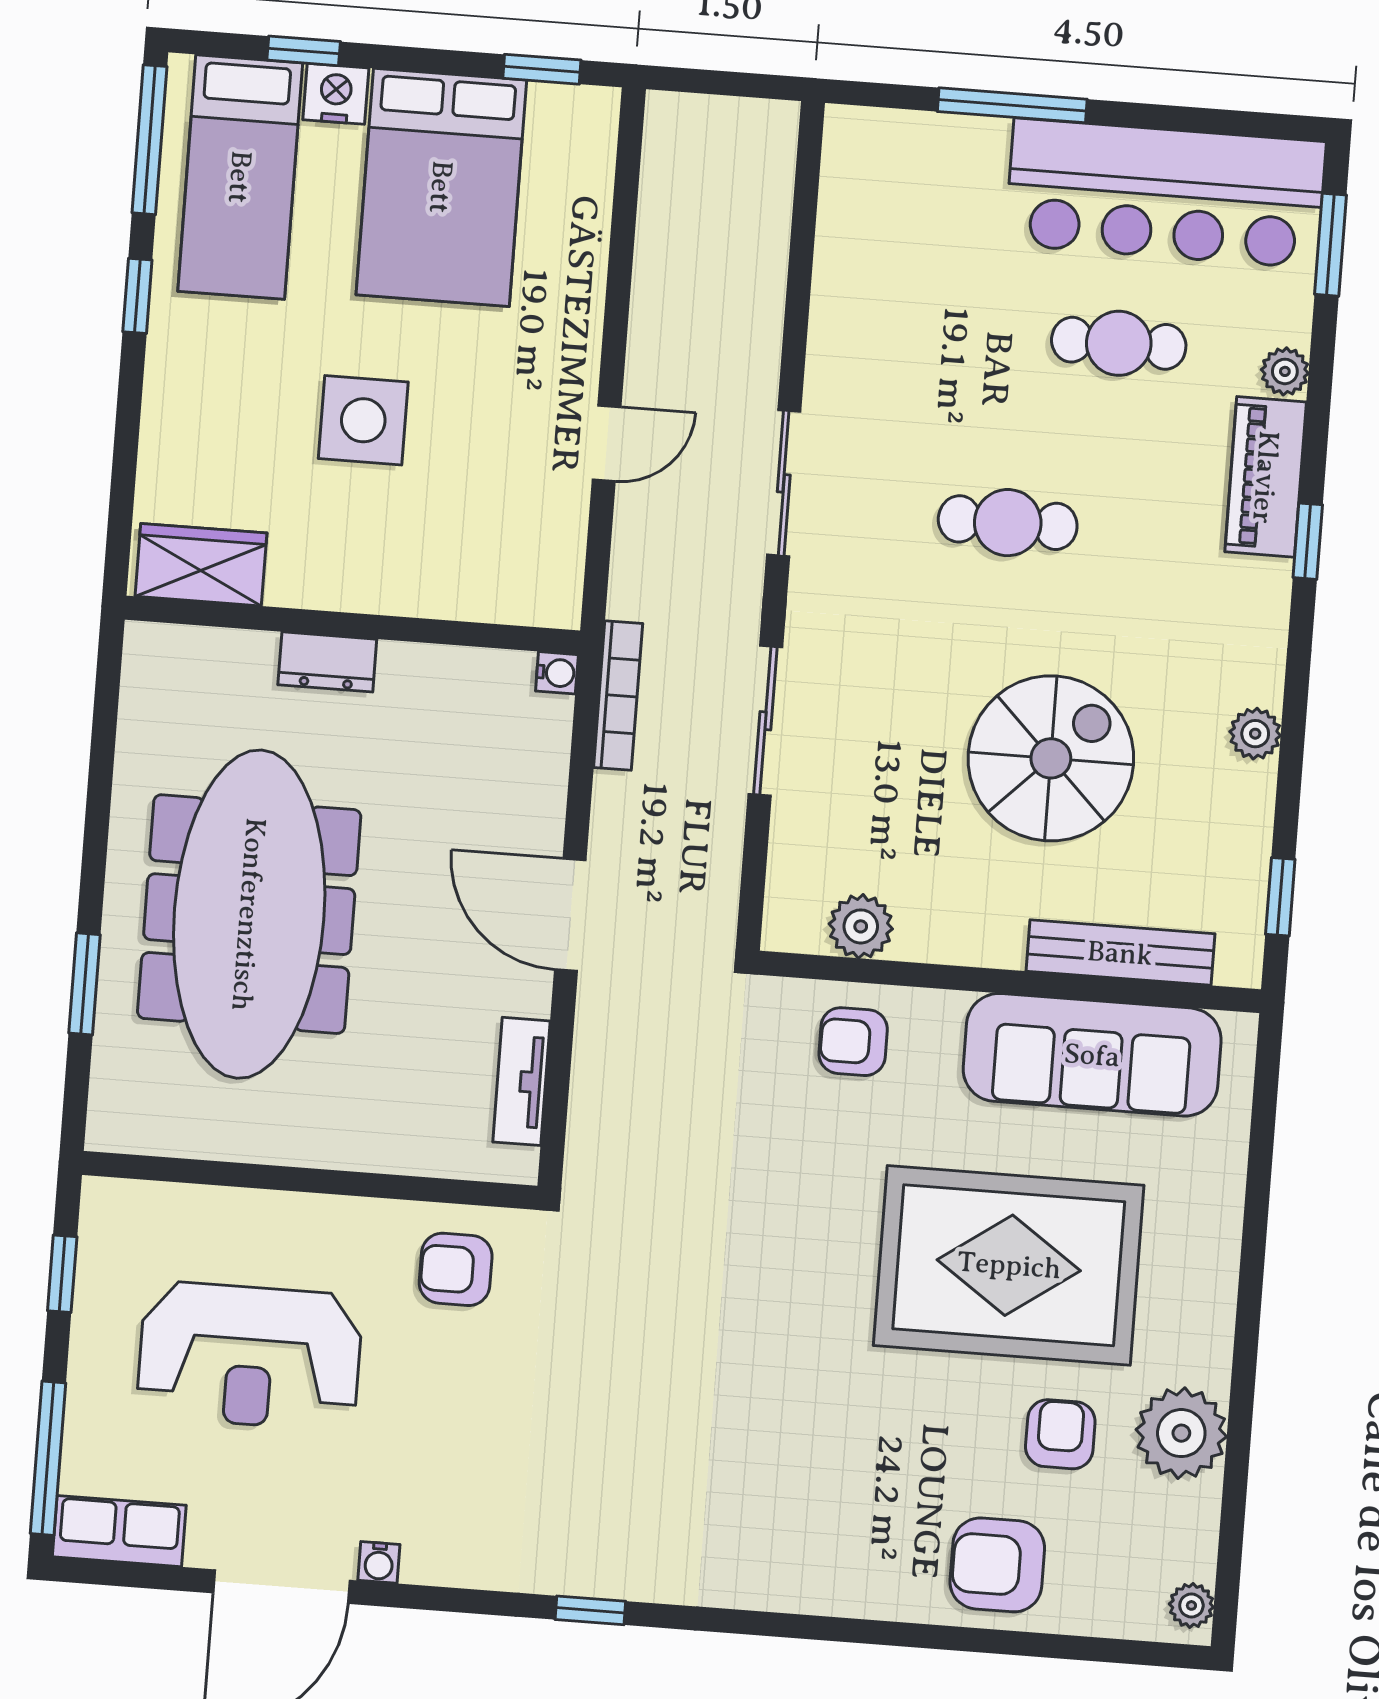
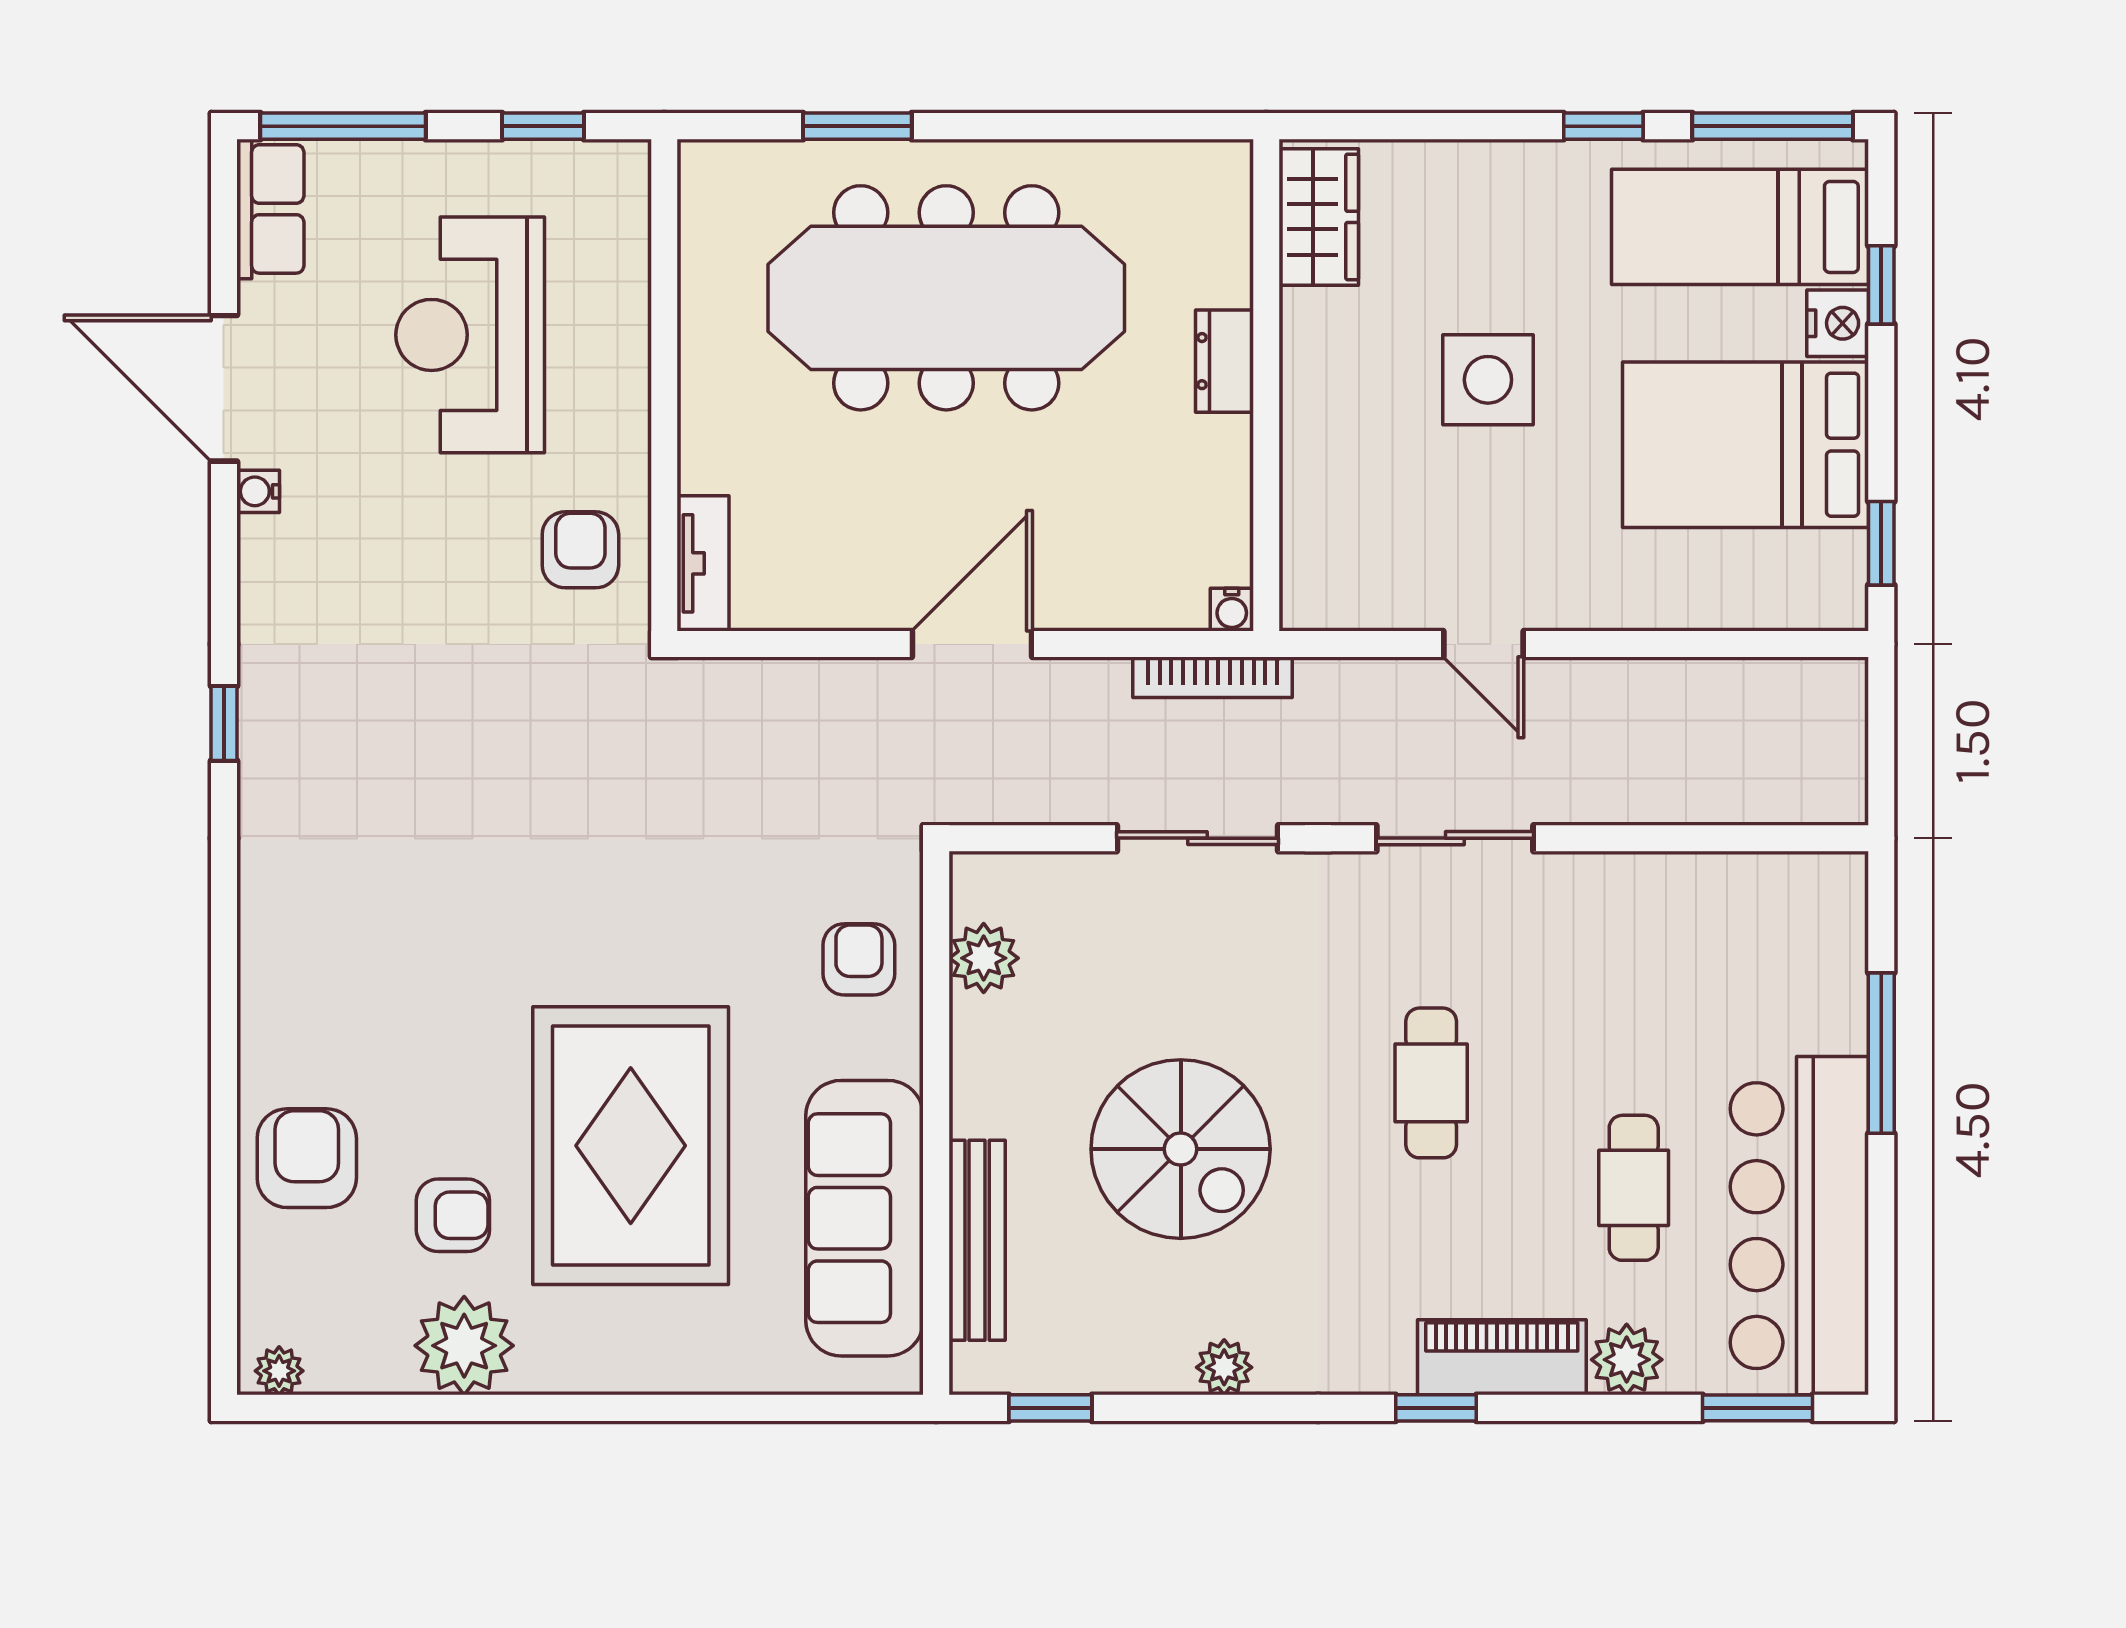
plant: (1285, 371) -> (1627, 1360), width x1.38, depth x1.38
tv unit: (521, 1081) -> (703, 563), moved, turned 90

